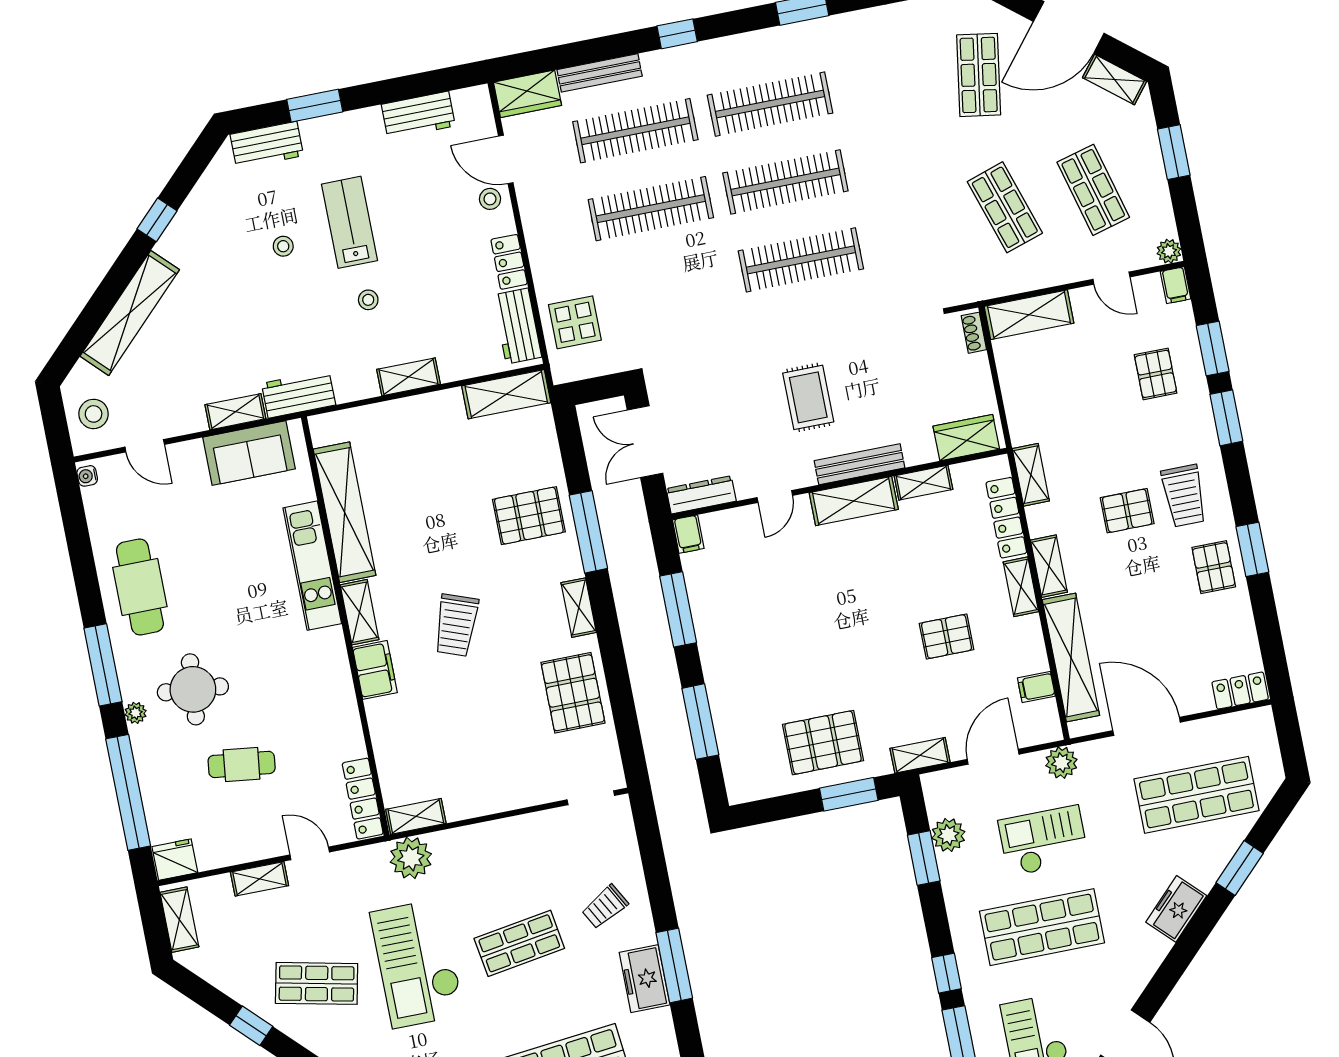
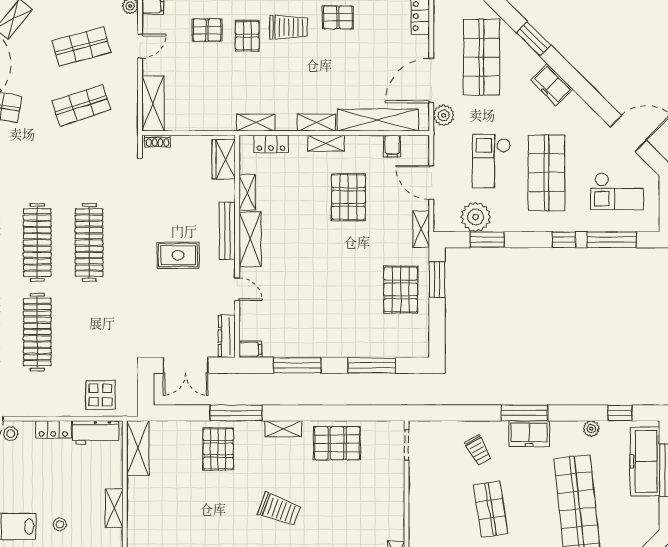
pallet: (1127, 511) -> (247, 36), moved
locker: (1006, 518) -> (271, 144), width x0.66
pallet: (947, 636) -> (348, 197), width x1.50, depth x1.42
plant: (1061, 763) -> (444, 115), moved
plant: (948, 835) -> (476, 217), width x1.36, depth x1.36

